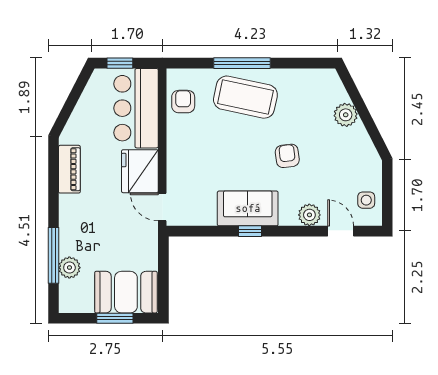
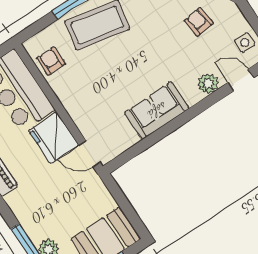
armchair: (287, 156) -> (199, 22), moved
window: (250, 231) -> (170, 127), removed

